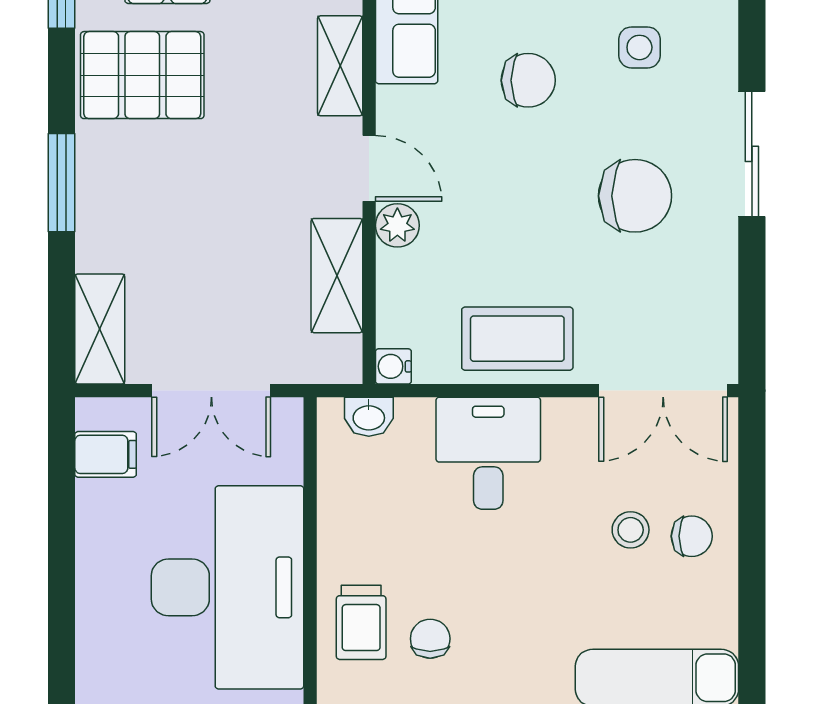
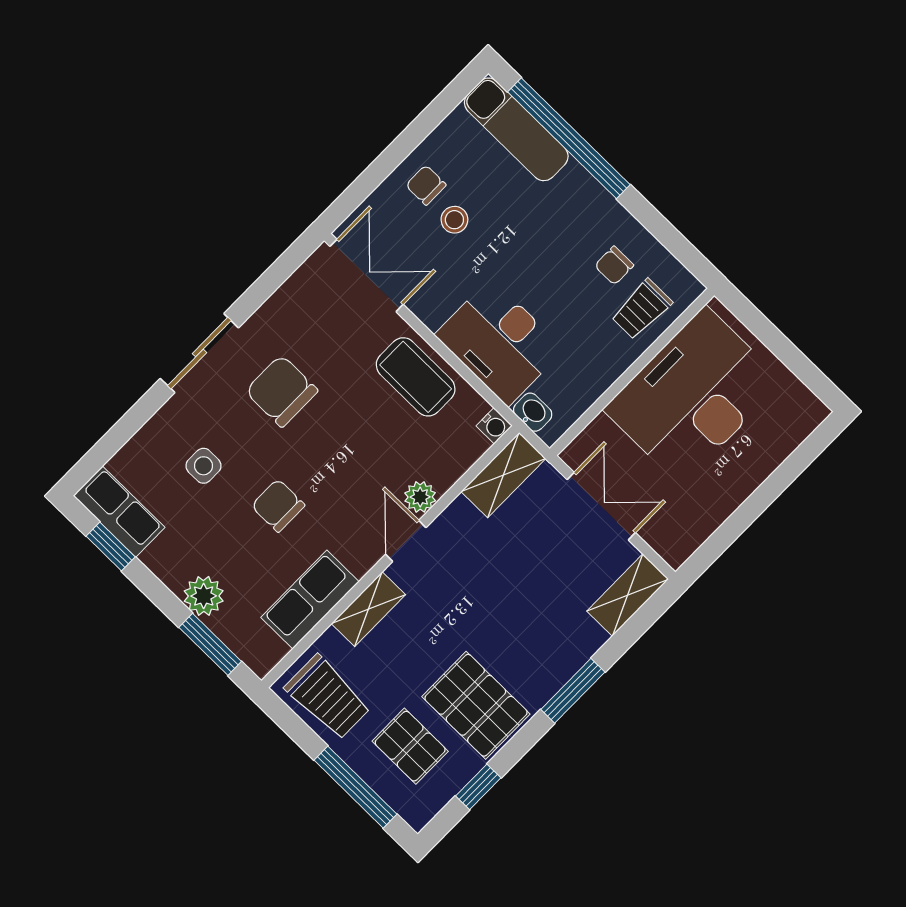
shelving: (337, 276) -> (503, 475), moved
desk: (488, 453) -> (499, 342), width x1.37
filing cabinet: (106, 454) -> (689, 527), removed
trolley: (361, 622) -> (642, 309), turned 180

